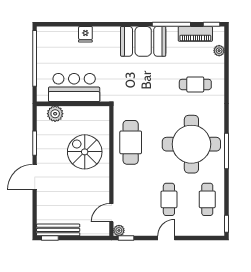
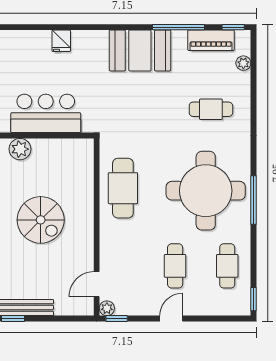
spiral stairs: (85, 152) -> (41, 220), moved, turned 180

